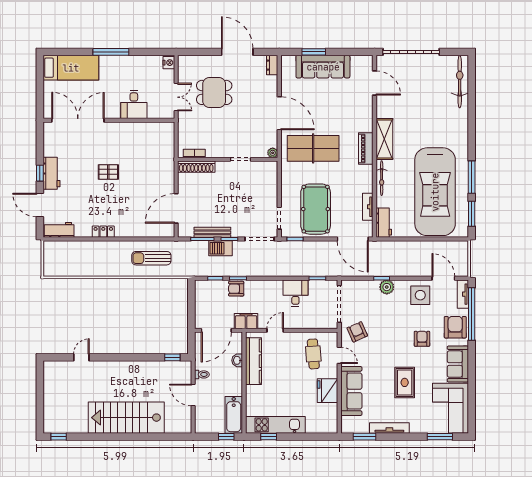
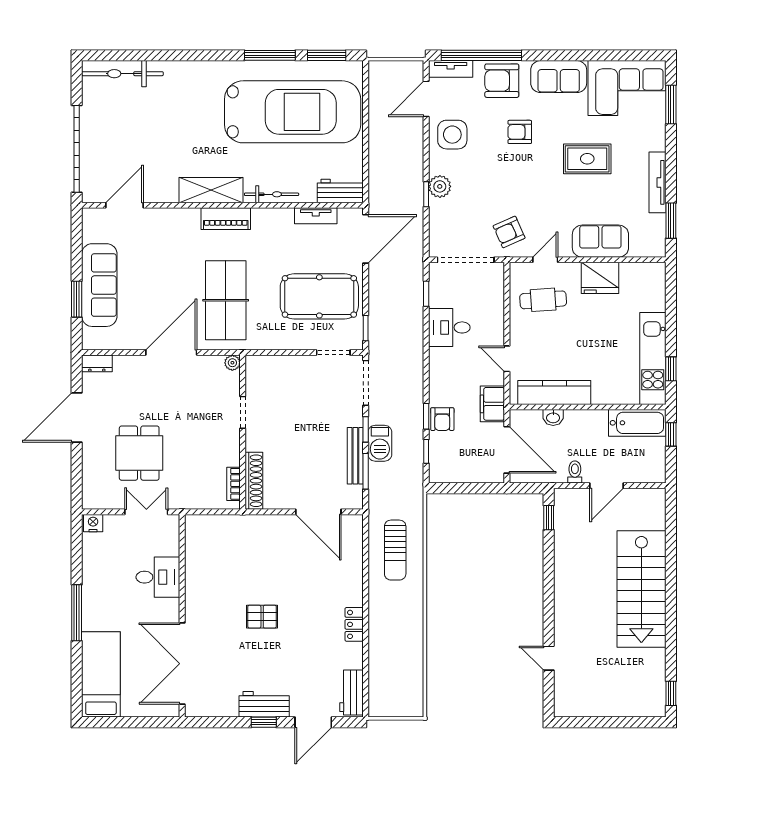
pallet: (108, 172) -> (262, 617), turned 90
sofa: (351, 391) -> (600, 241), width x0.73

